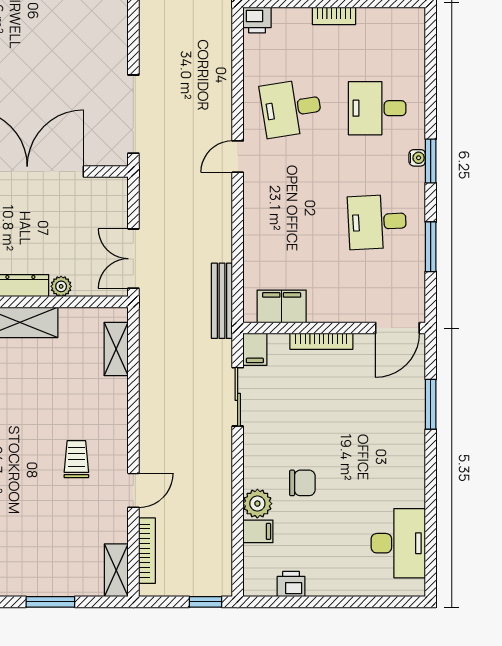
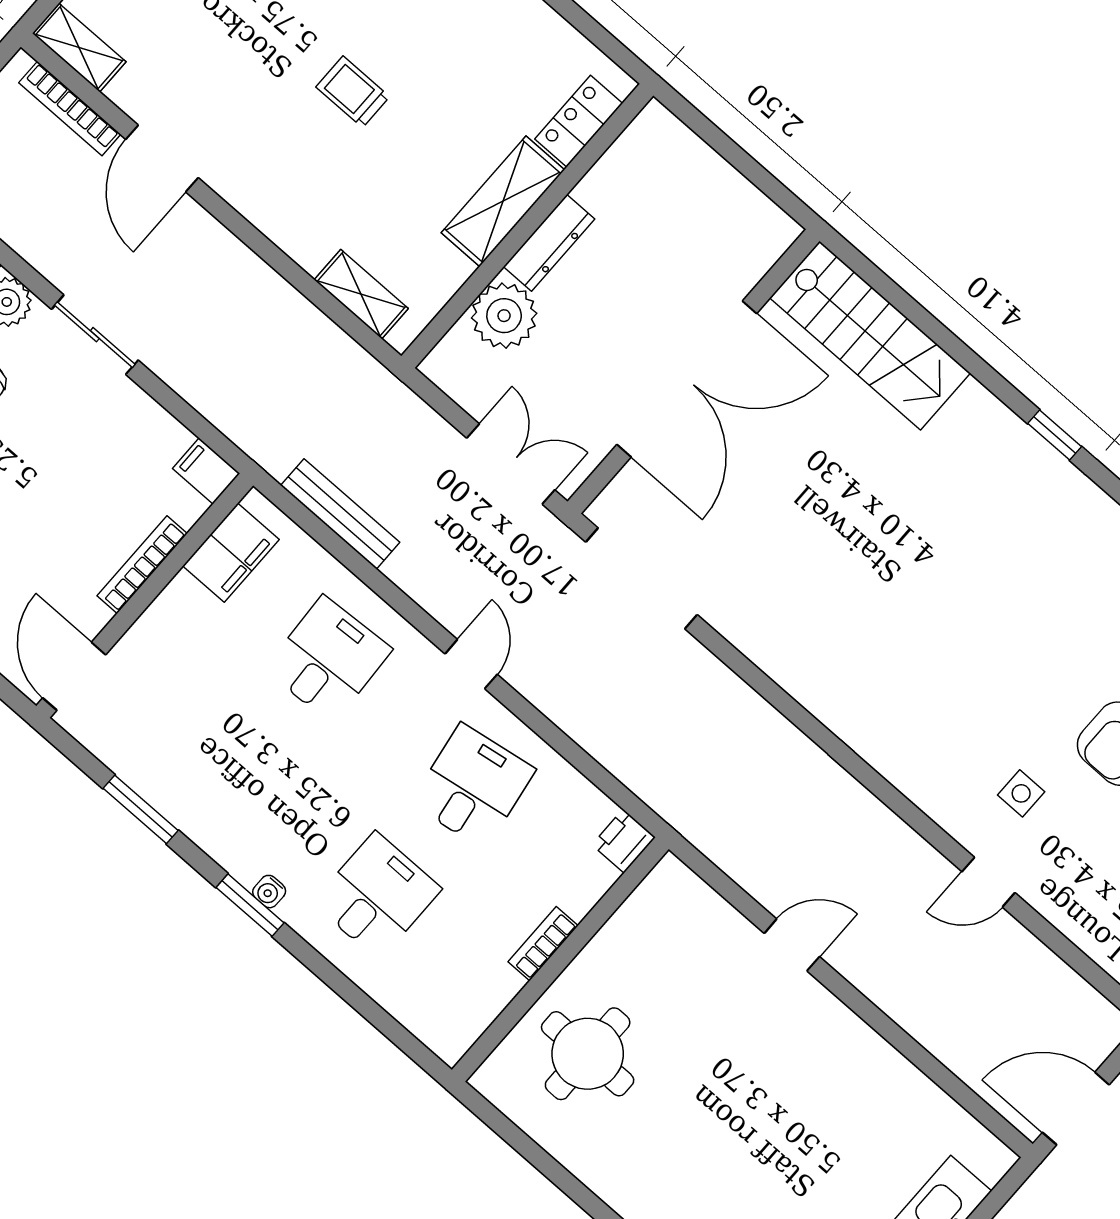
desk: (377, 222) -> (328, 659), moved
double door: (133, 259) -> (511, 464), moved
plant: (61, 286) -> (504, 316), width x1.88, depth x1.88
bench: (222, 301) -> (340, 514), moved
sliding door: (238, 397) -> (95, 335), moved
trolley: (76, 459) -> (353, 92), moved, turned 180
door: (133, 490) -> (162, 159), width x1.38

